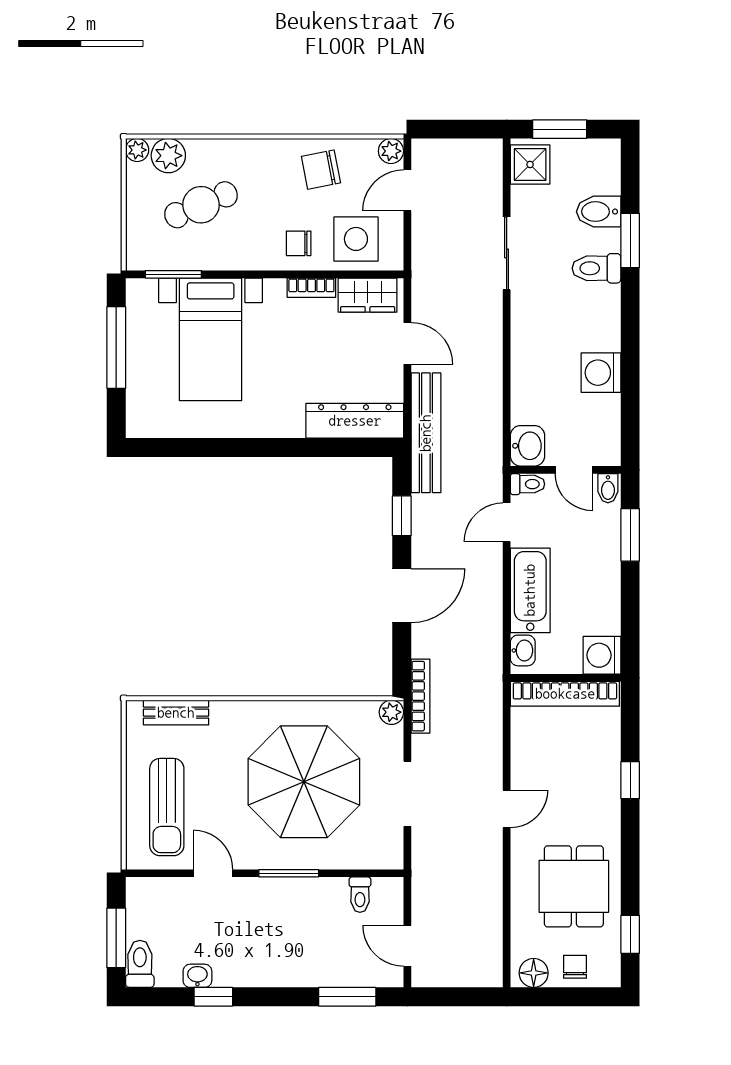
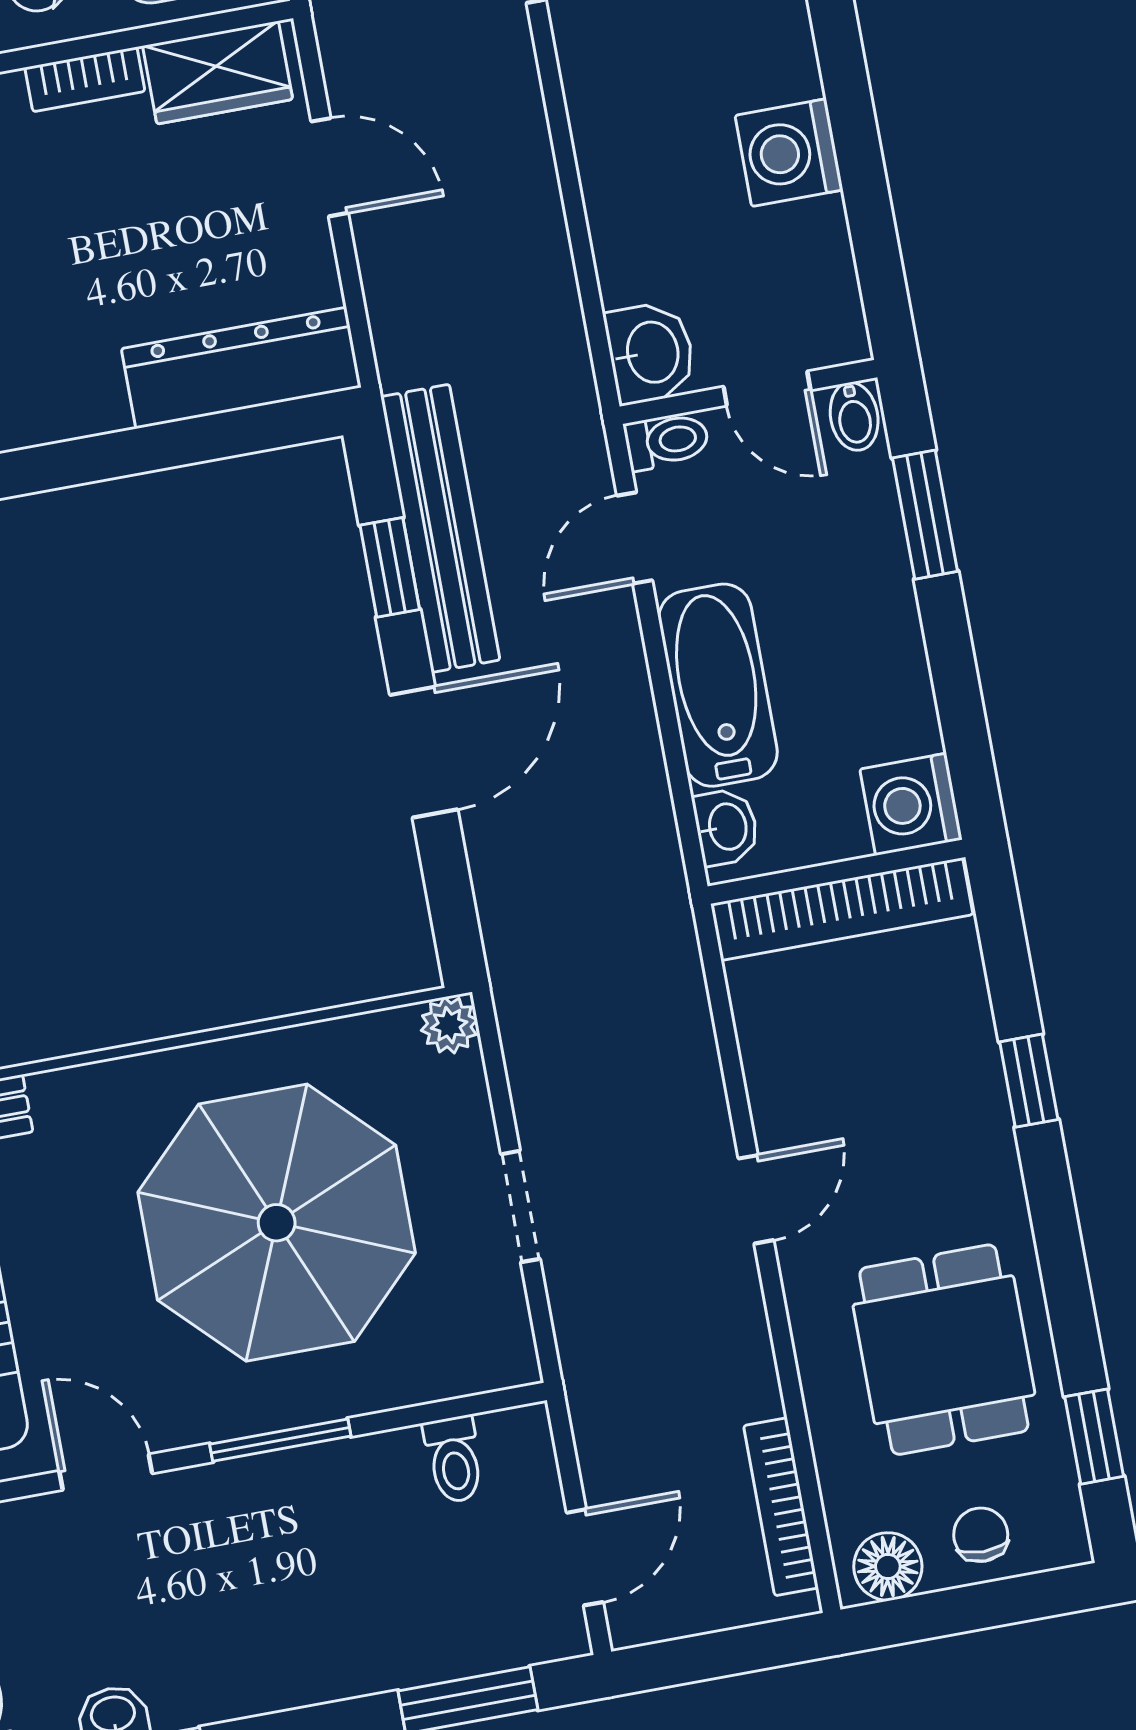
bench: (426, 433) -> (440, 528), moved
bookcase: (420, 696) -> (781, 1507), moved, turned 180
doorway: (407, 794) -> (520, 1206), width x0.73
door: (407, 946) -> (585, 1557), swing flipped

